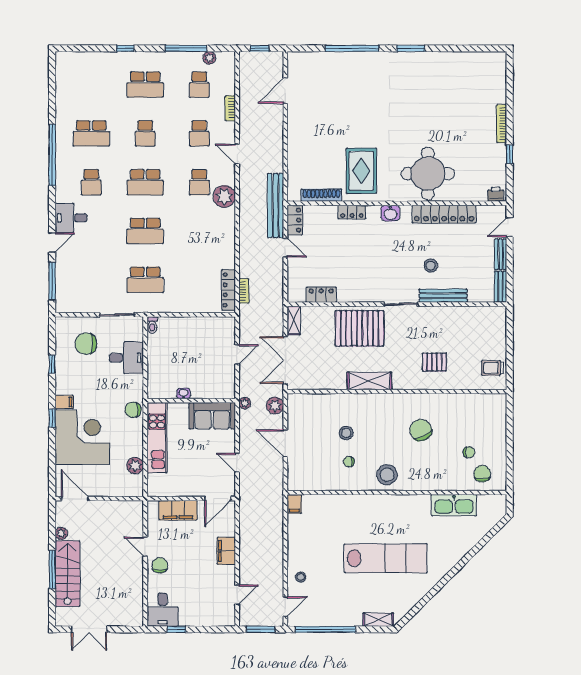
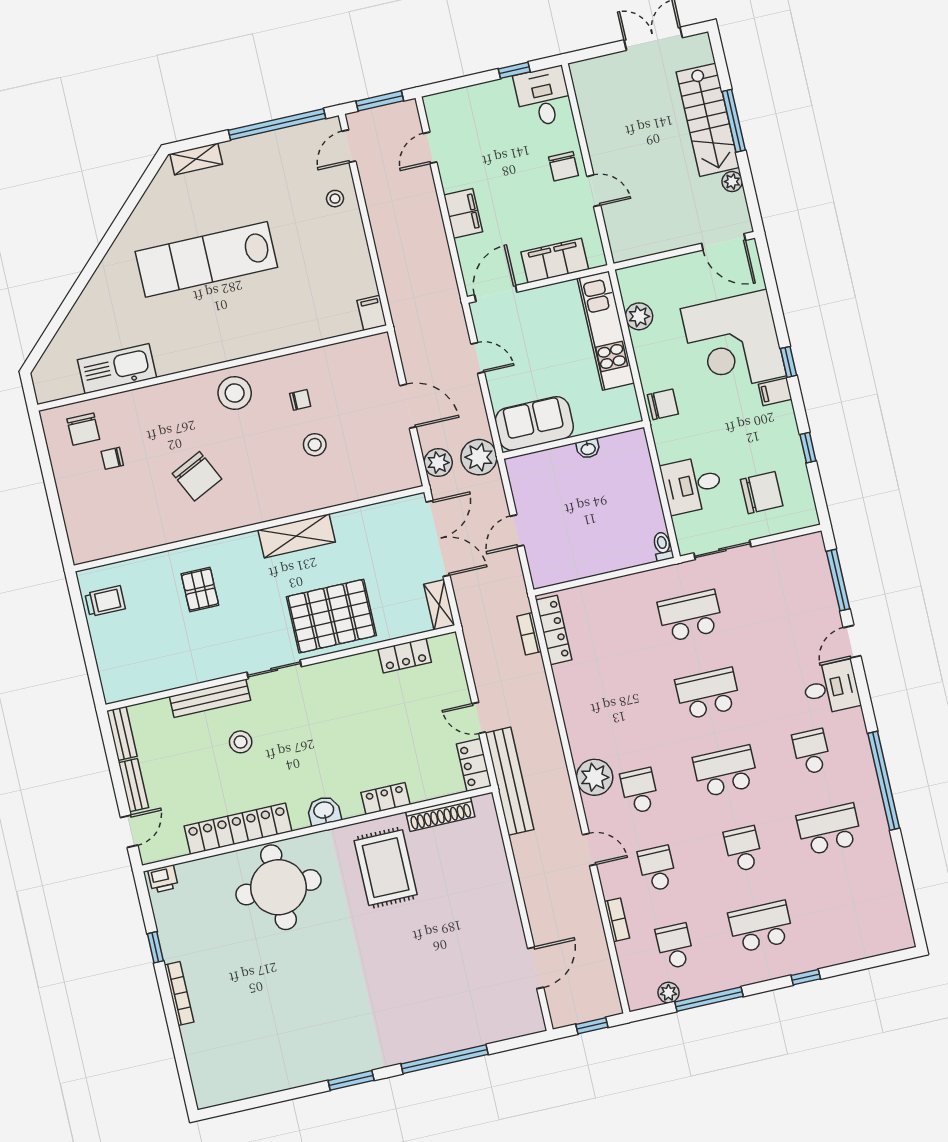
pallet: (434, 362) -> (200, 589), turned 90
plant: (245, 403) -> (479, 457), width x1.87, depth x1.87
kitchen unit: (157, 438) -> (606, 331), moved

